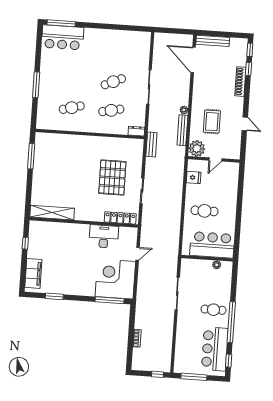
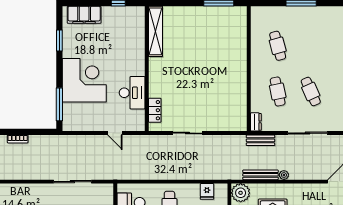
bench: (151, 144) -> (261, 140), moved
pallet: (112, 178) -> (201, 98), removed
locker: (120, 218) -> (155, 110), width x0.66
corner desk: (115, 279) -> (84, 80), moved

